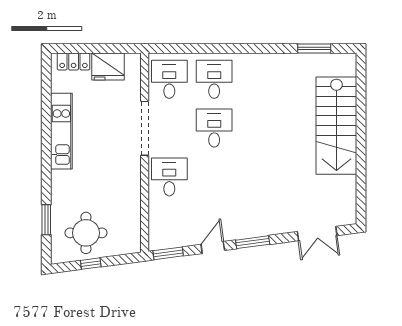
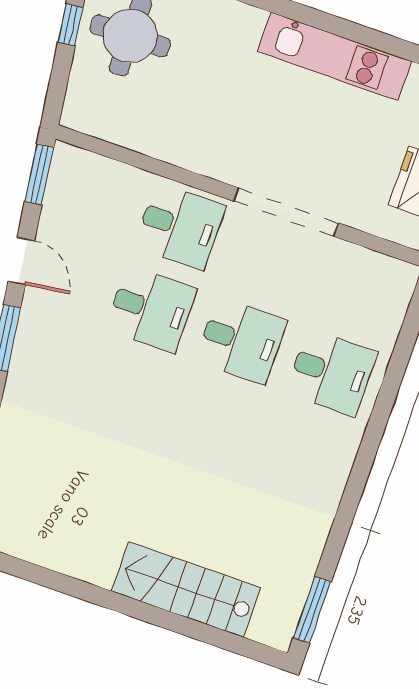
window: (314, 49) -> (312, 610), moved
desk: (169, 79) -> (151, 309), moved
stairs: (336, 126) -> (186, 589), width x0.73, depth x0.66

